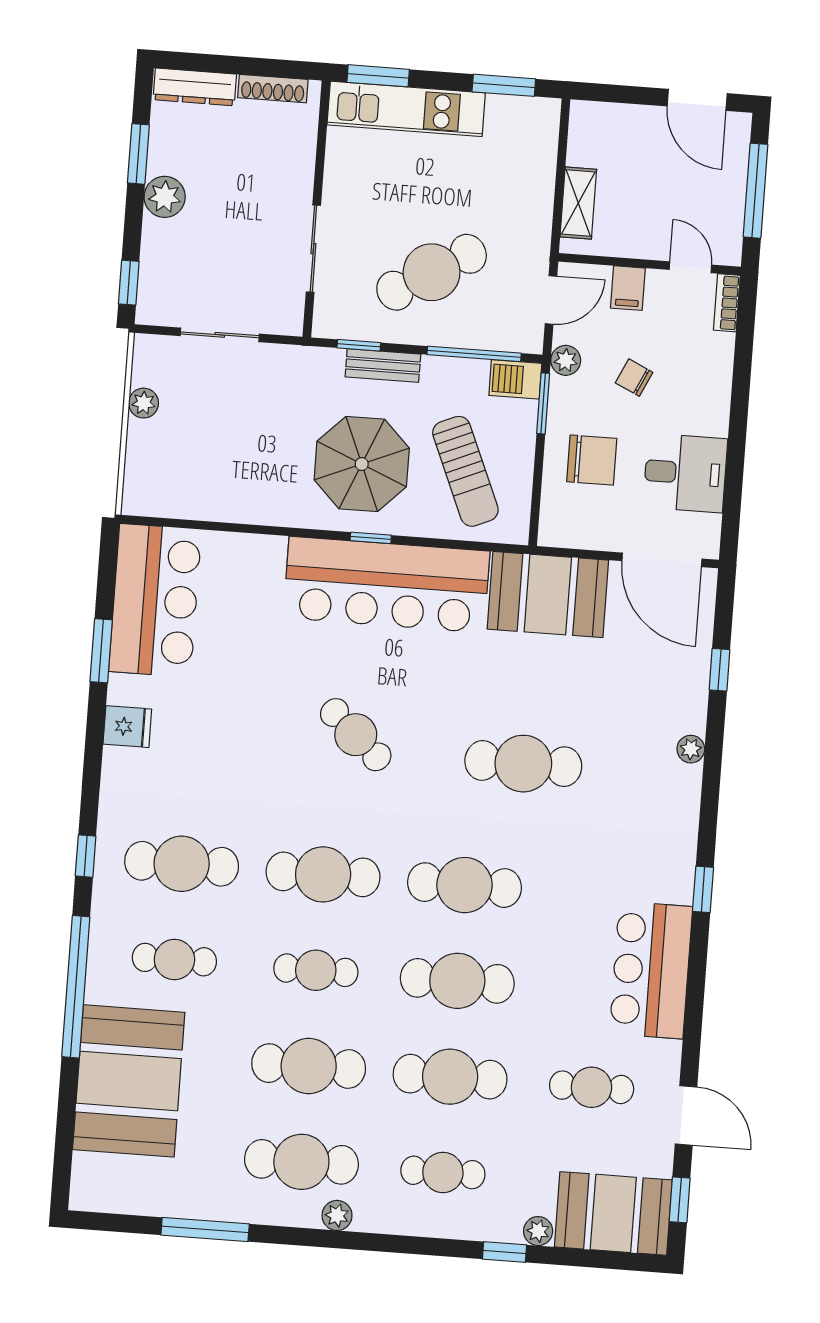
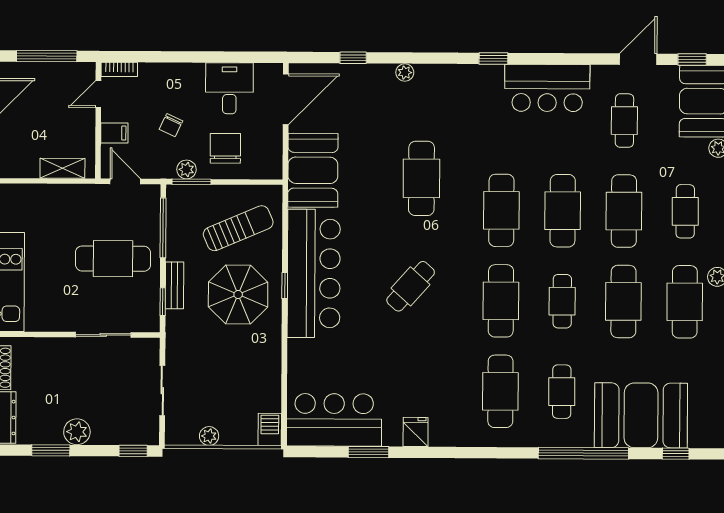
cafe table: (432, 272) -> (113, 259), turned -59
plant: (566, 360) -> (187, 169), moved
barbecue: (515, 379) -> (270, 429), moved, turned 180
window: (86, 856) -> (676, 454), moved

